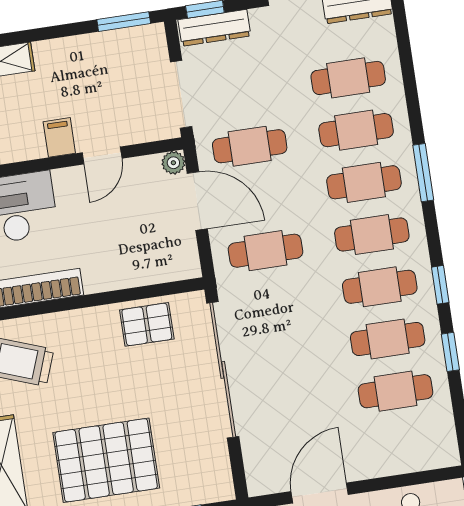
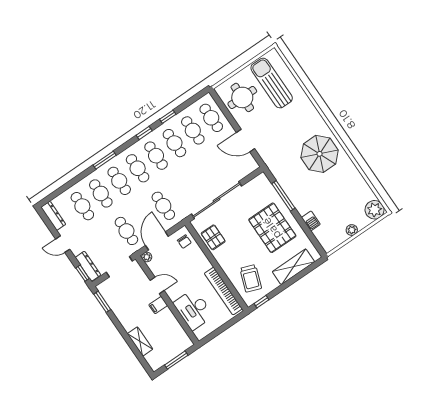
chair: (168, 258) -> (184, 242), added
cafe table: (403, 443) -> (211, 118), added

